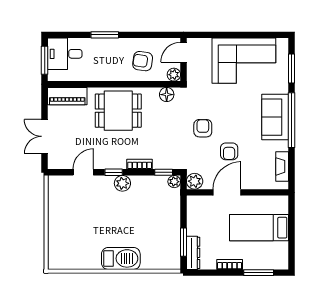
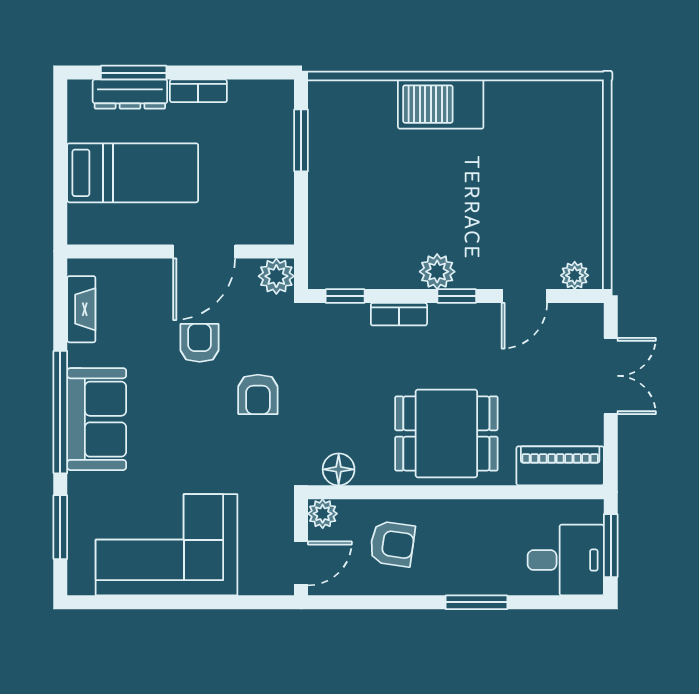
plant: (174, 182) -> (575, 275), moved
dresser: (193, 253) -> (130, 94), moved, turned -90

